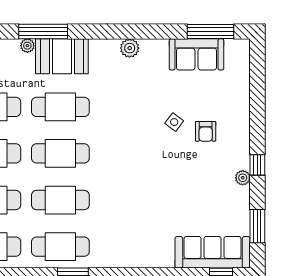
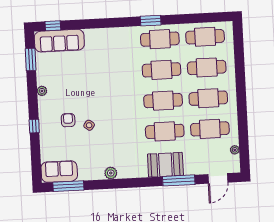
plant: (27, 46) -> (189, 171), removed
plant: (130, 48) -> (111, 173), moved
sofa: (197, 54) -> (59, 172), moved
window: (257, 165) -> (34, 126), moved

